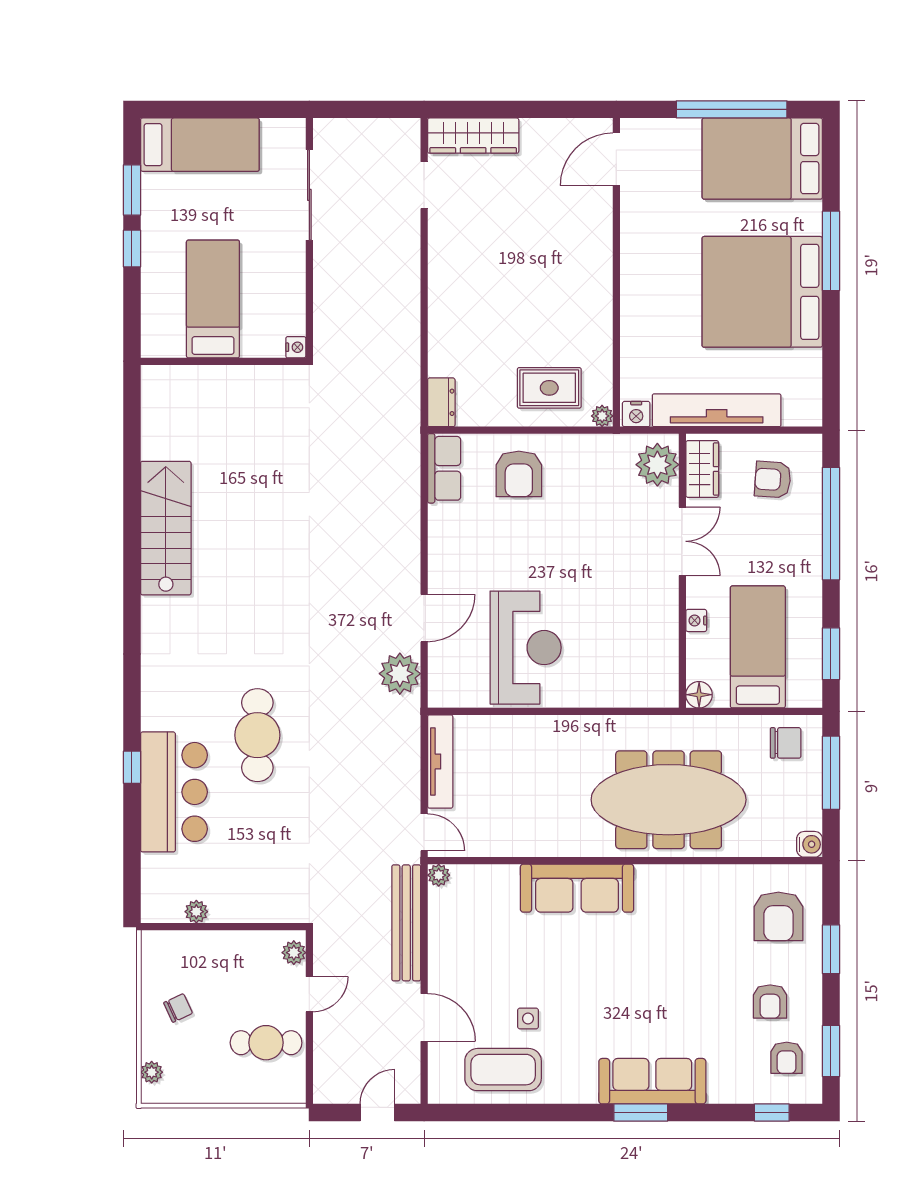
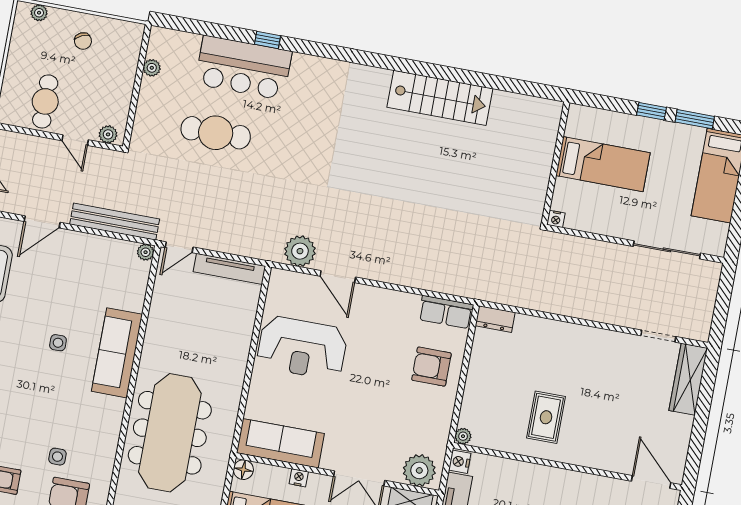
rug: (549, 388) -> (546, 417), moved
sofa: (655, 653) -> (280, 443), added
cafe table: (257, 735) -> (216, 133), moved
side table: (727, 941) -> (57, 457), added
side table: (528, 1018) -> (58, 343), moved

